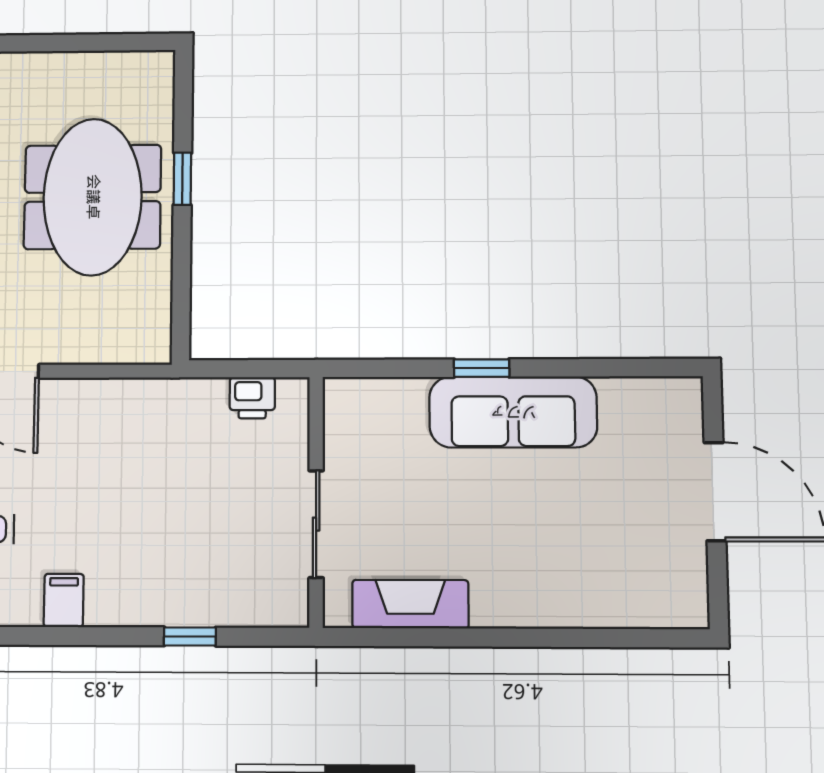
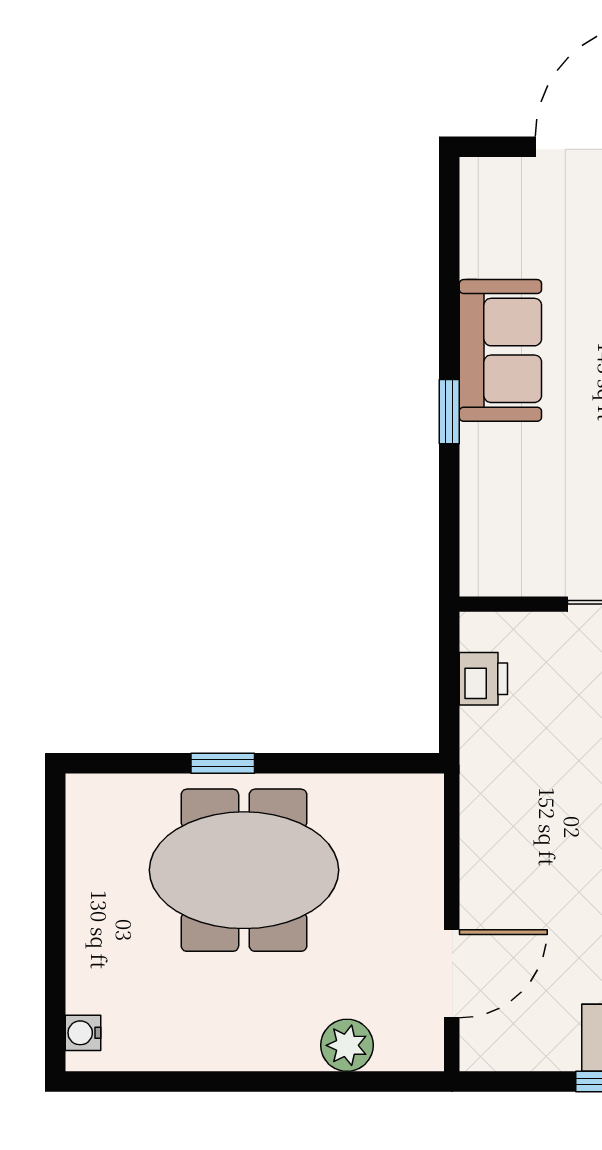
sofa: (513, 412) -> (500, 350), width x0.73

